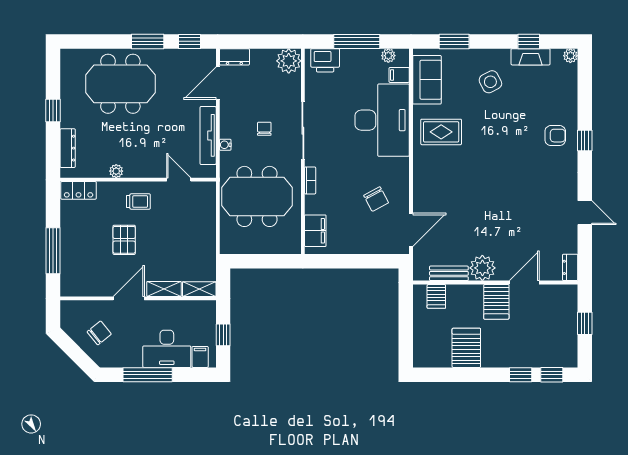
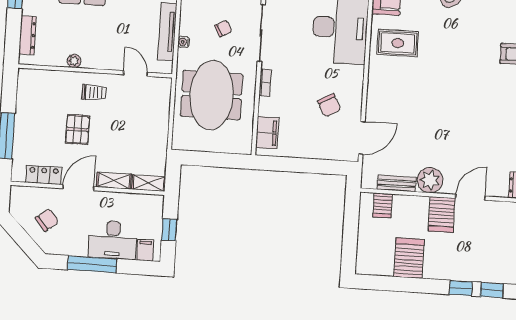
chair: (264, 129) -> (223, 29), turned 62
locker: (79, 190) -> (44, 175), moved, turned 180
meeting table: (257, 196) -> (212, 95), turned 90

